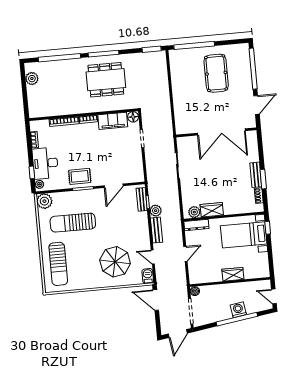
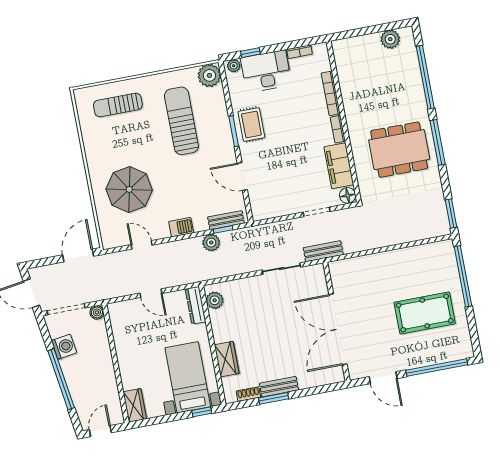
dining table: (106, 80) -> (399, 150), turned 90
wardrobe: (212, 210) -> (227, 359), moved
bench: (156, 230) -> (323, 251), moved
door: (153, 257) -> (142, 245), hinge flipped
sun lounger: (58, 264) -> (118, 105), width x0.73, depth x0.75
wardrobe: (233, 274) -> (135, 405), moved
barbecue: (148, 276) -> (181, 227), moved
washing machine: (238, 310) -> (64, 347), moved

